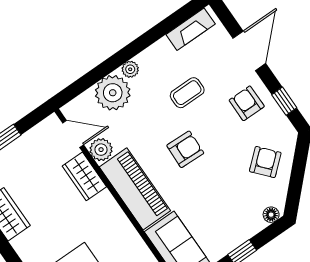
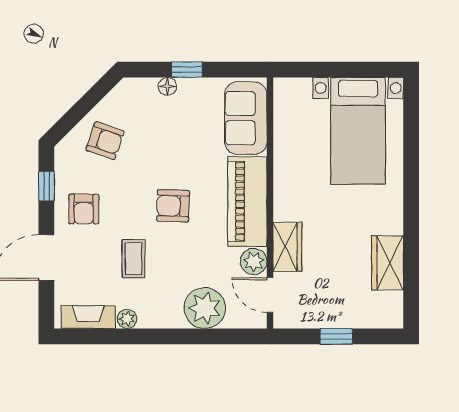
plant: (130, 69) -> (127, 319), moved
coffee table: (187, 93) -> (134, 259), turned 90
armchair: (265, 162) -> (105, 141), turned -120
floor lamp: (271, 215) -> (167, 86), moved

